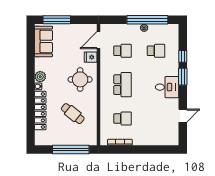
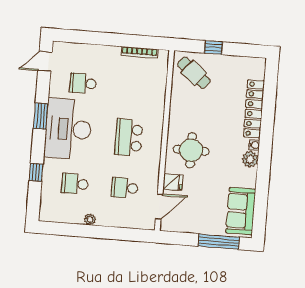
window: (147, 20) -> (84, 231), removed
window: (183, 77) -> (41, 116), moved
desk: (167, 87) -> (68, 129), width x1.87, depth x1.30
cafe table: (73, 114) -> (194, 73), moved
door: (183, 116) -> (45, 61), moved
school desk: (123, 118) -> (83, 83), moved
window: (71, 149) -> (213, 48), width x0.32

